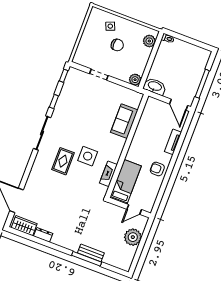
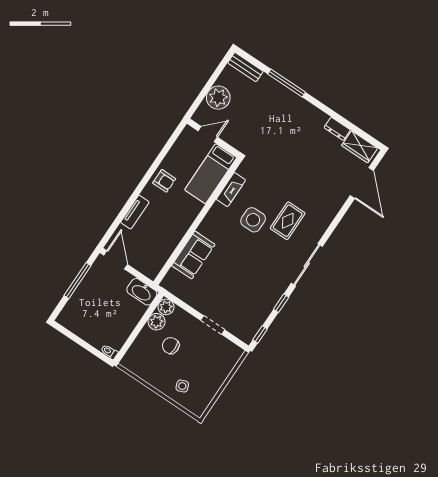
plant: (149, 41) -> (157, 322), moved
chair: (117, 45) -> (171, 346), moved
bench: (91, 253) -> (245, 67), moved

